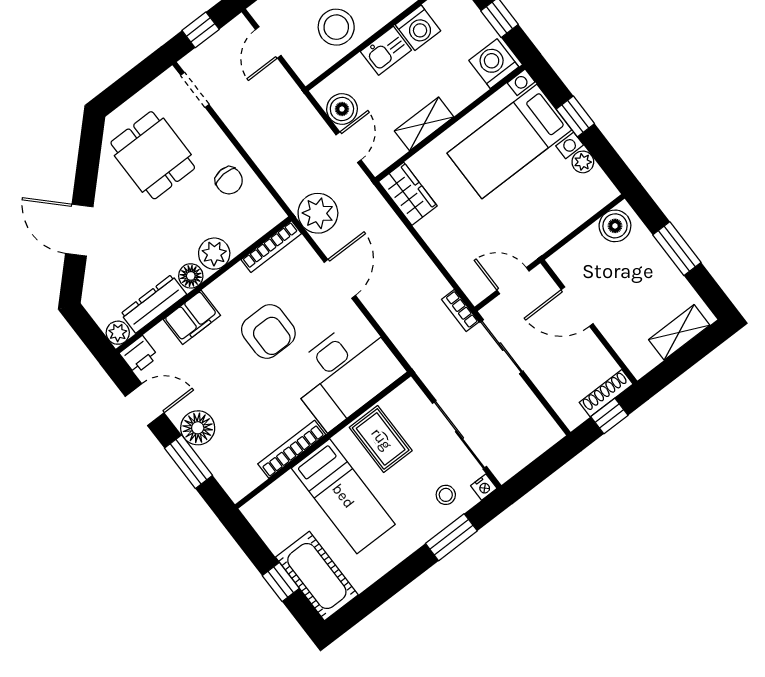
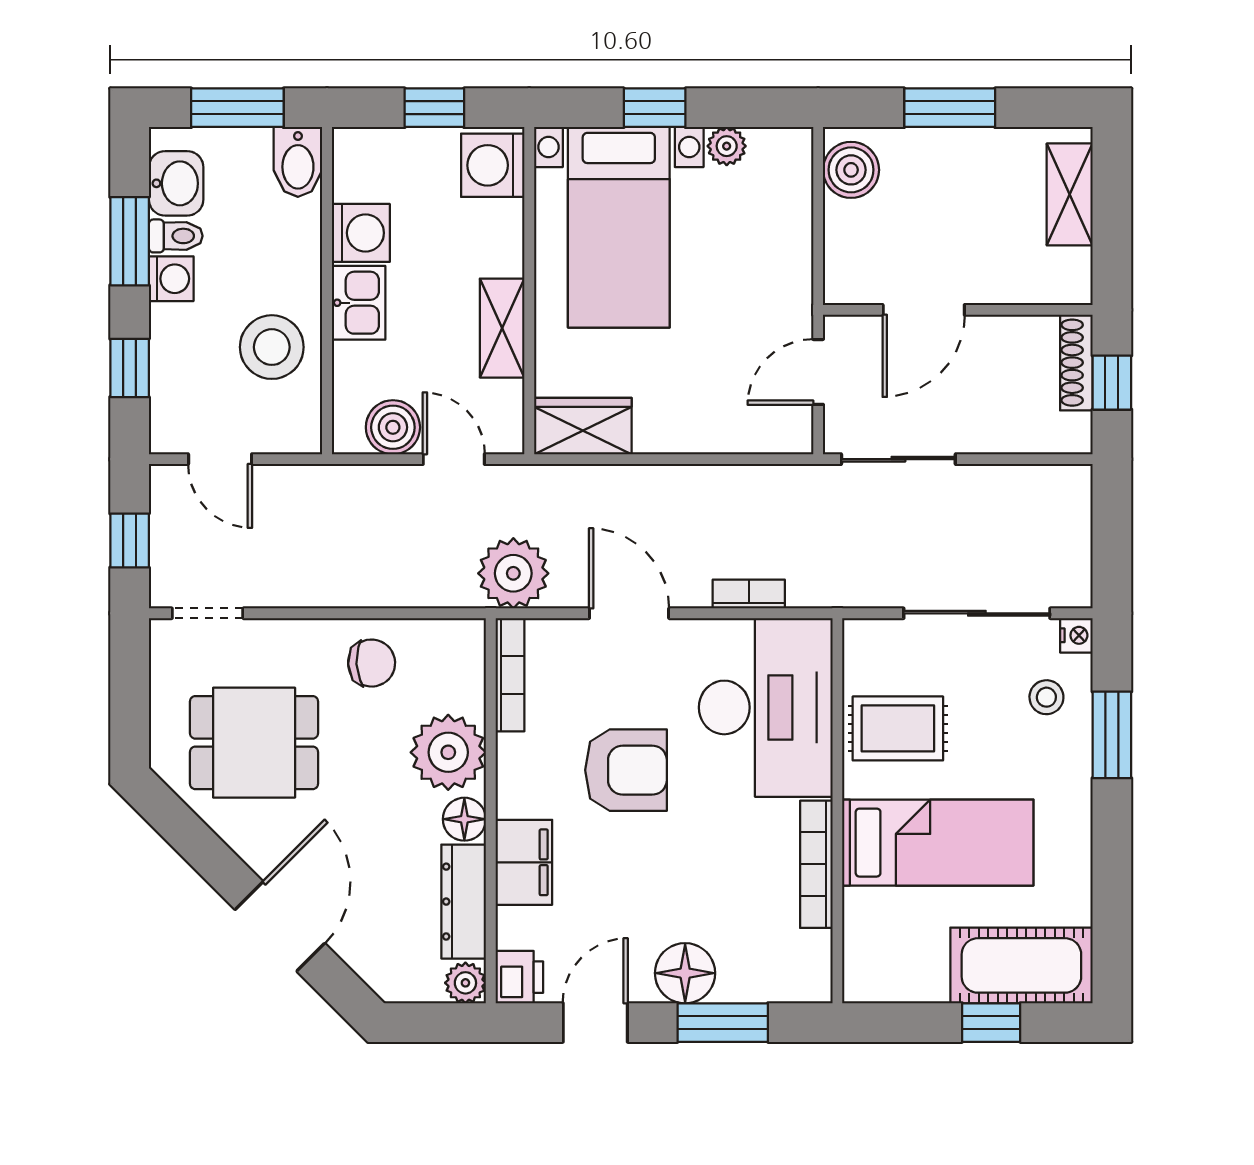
door: (79, 230) -> (280, 926), swing flipped
plant: (214, 254) -> (448, 752), width x1.36, depth x1.36
bookcase: (460, 311) -> (749, 594), moved, turned 180

